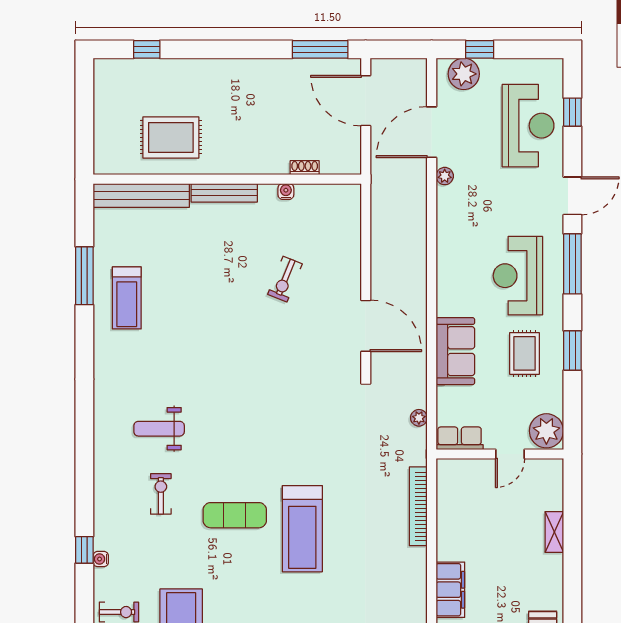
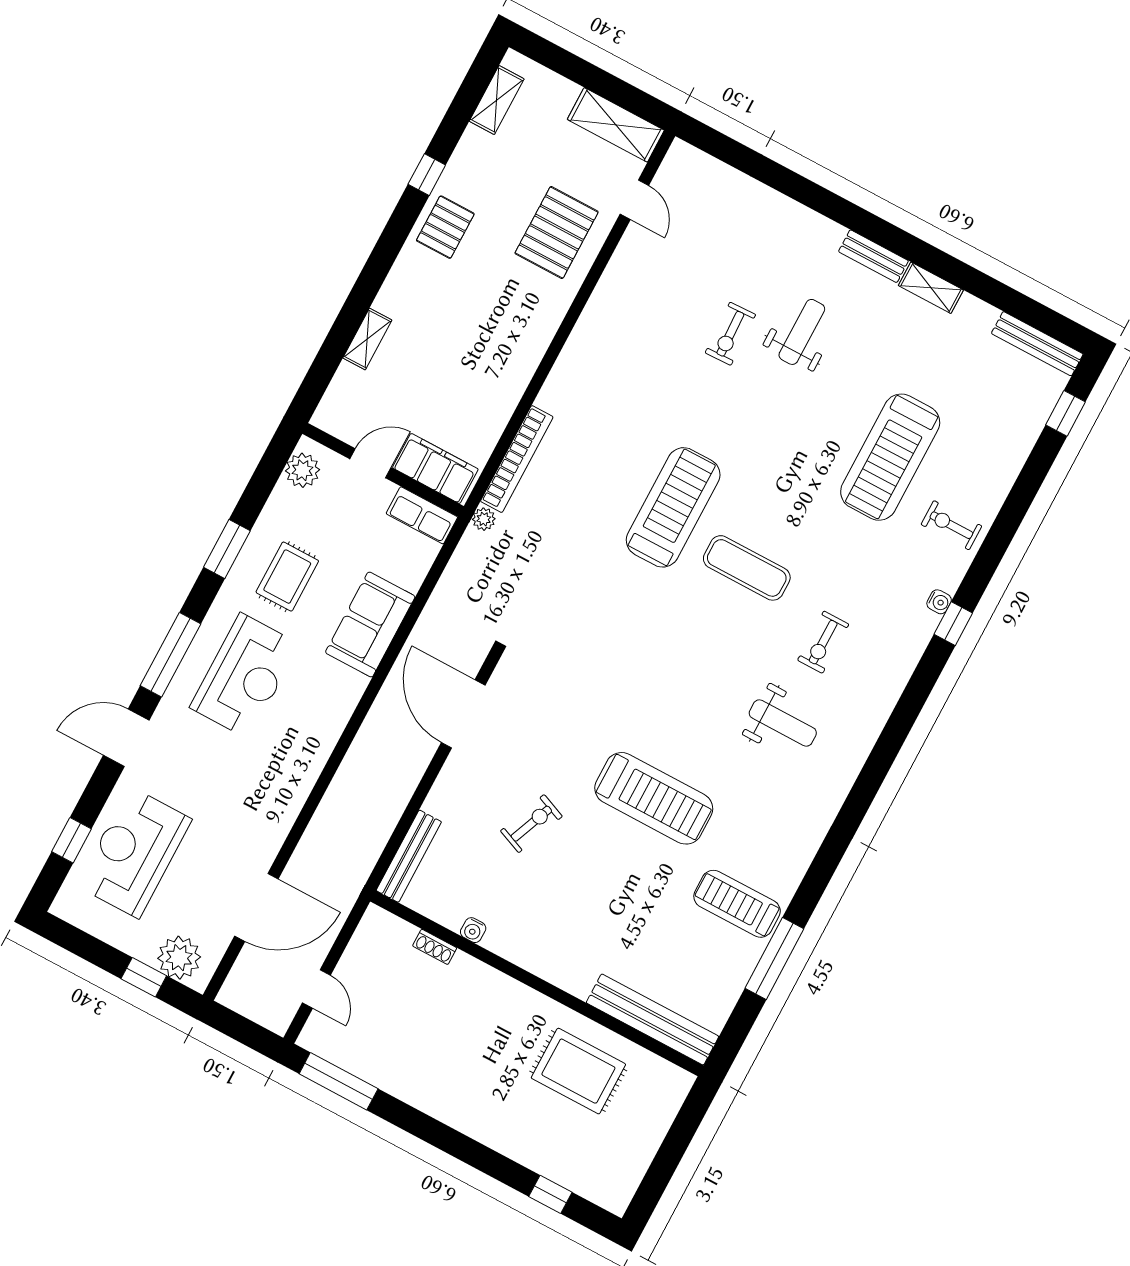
door: (366, 101) -> (316, 989), width x0.53
plant: (445, 176) -> (269, 845), removed
bench: (224, 193) -> (409, 856), moved, turned 90
treadmill: (127, 298) -> (737, 904), turned -90
treadmill: (216, 337) -> (654, 798), added
plant: (419, 418) -> (484, 519), moved
plant: (546, 431) -> (302, 470), width x0.73, depth x0.73
filing cabinet: (450, 590) -> (435, 468), moved, turned 90

